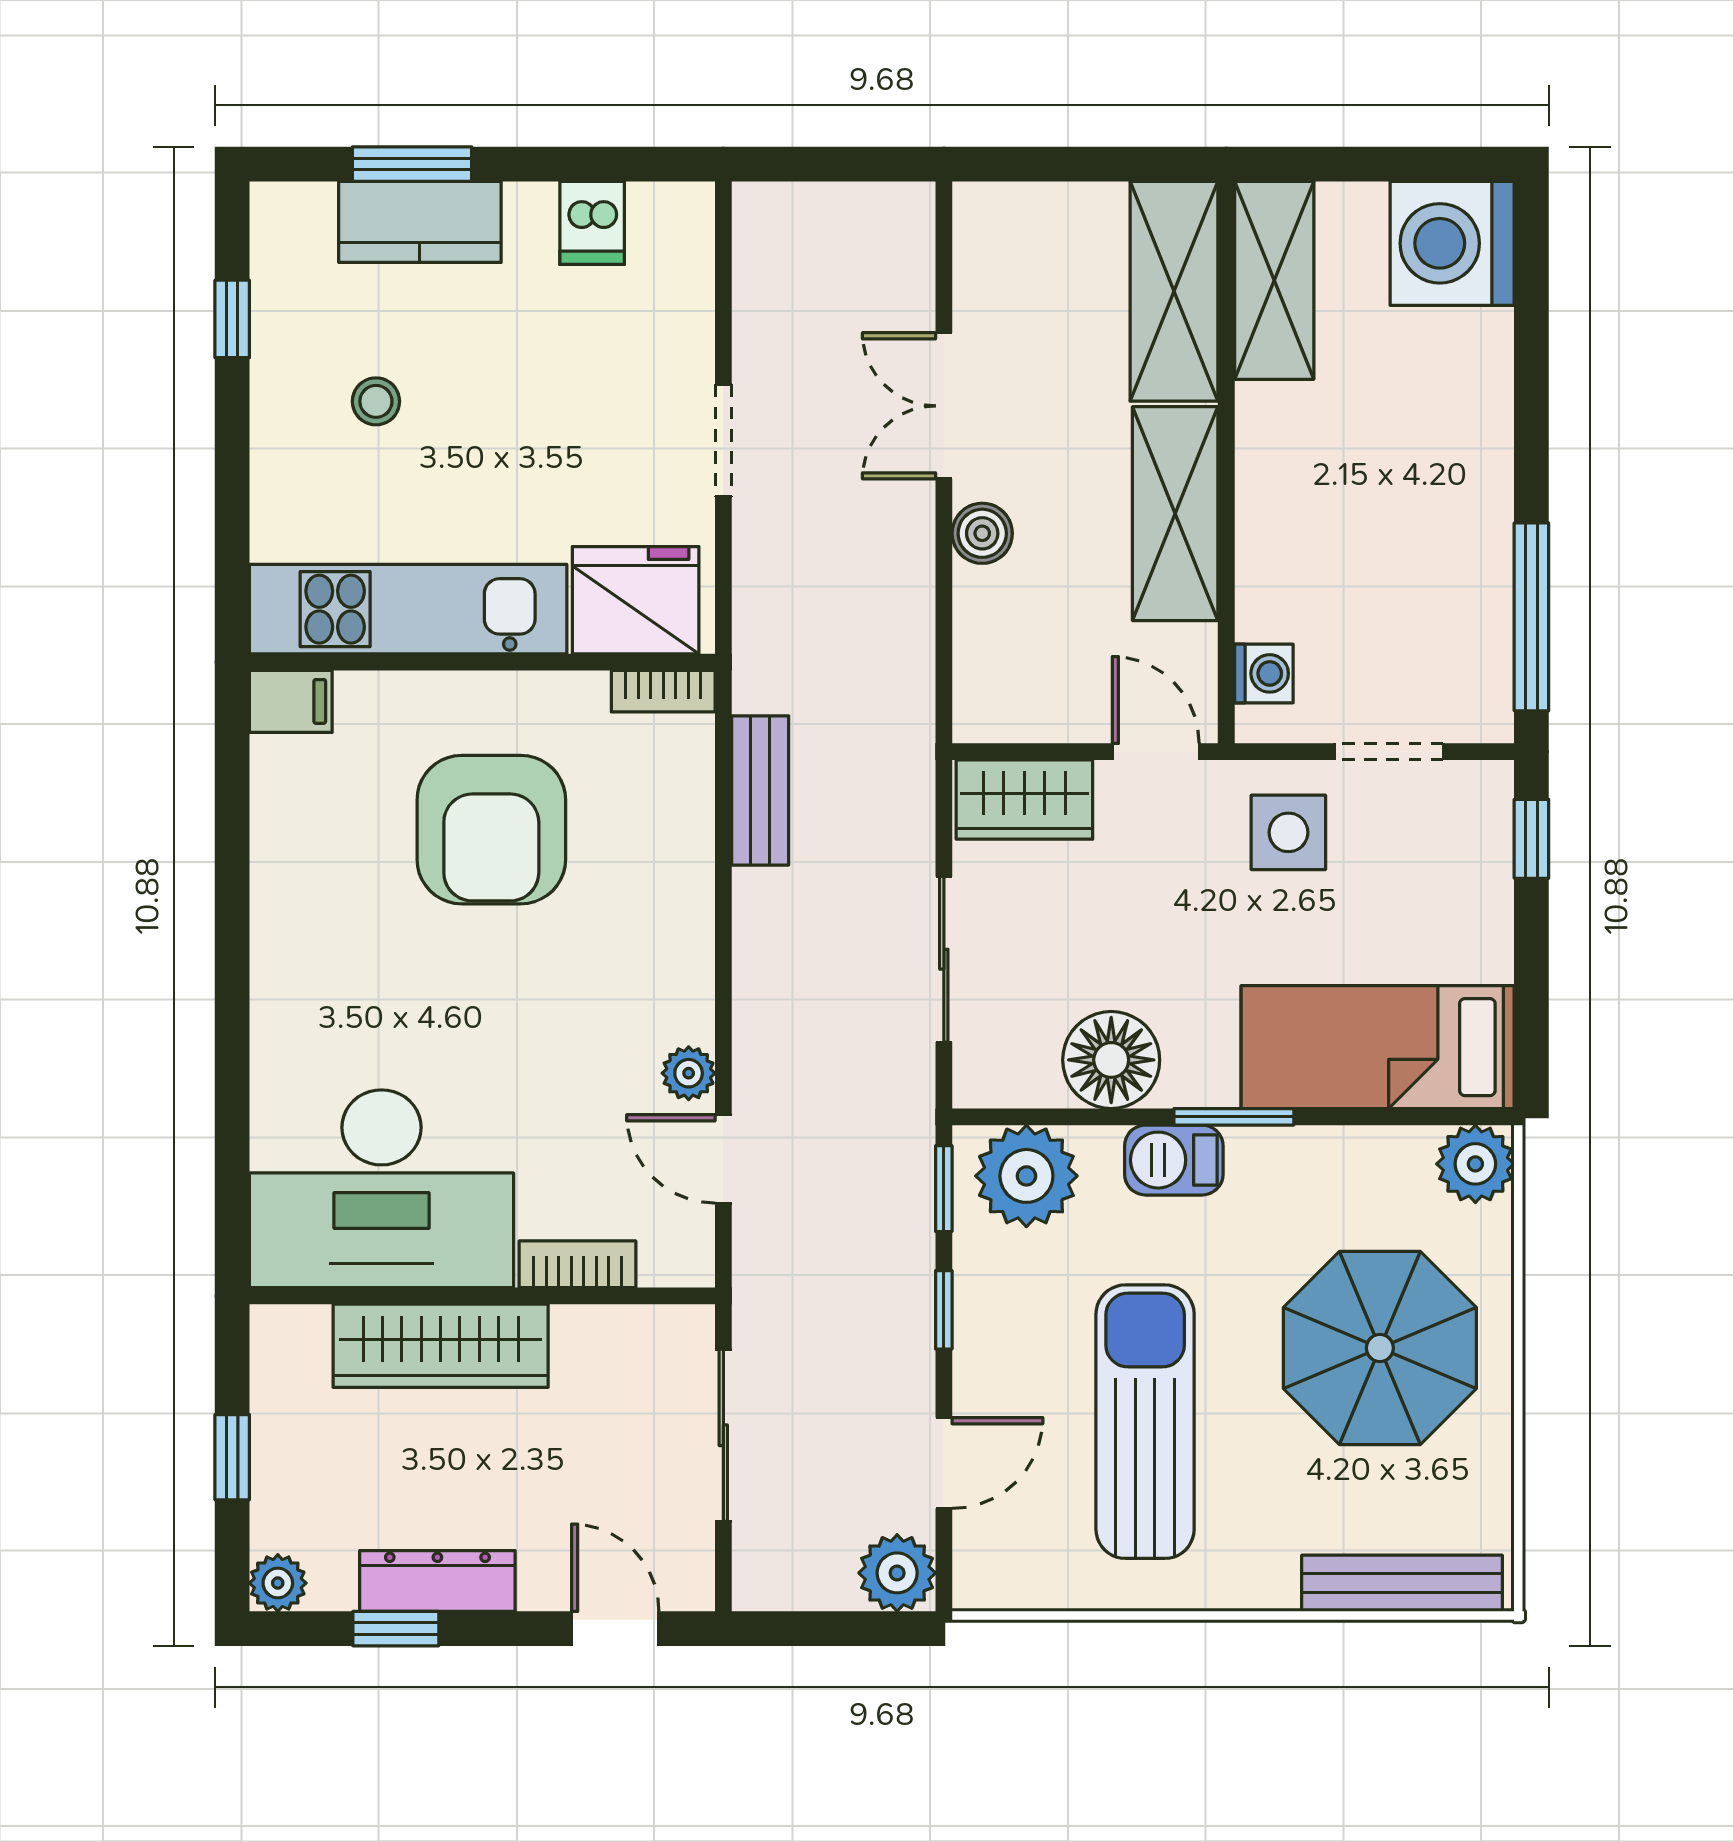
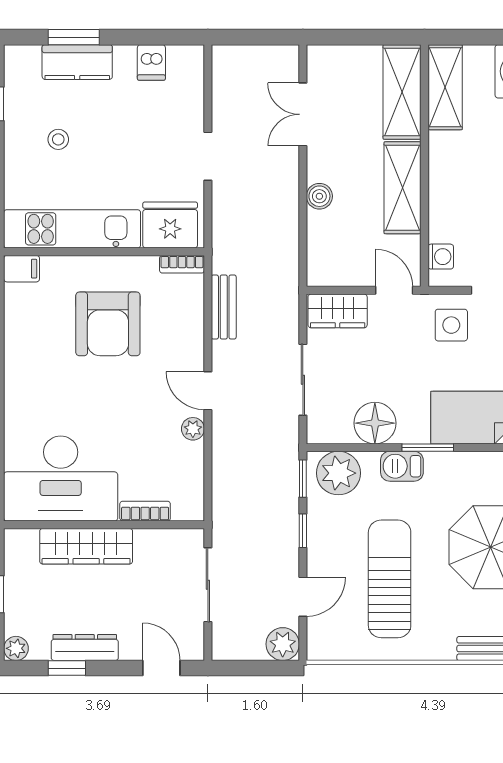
double door: (944, 406) -> (303, 114), moved
door: (723, 1159) -> (208, 391), moved

